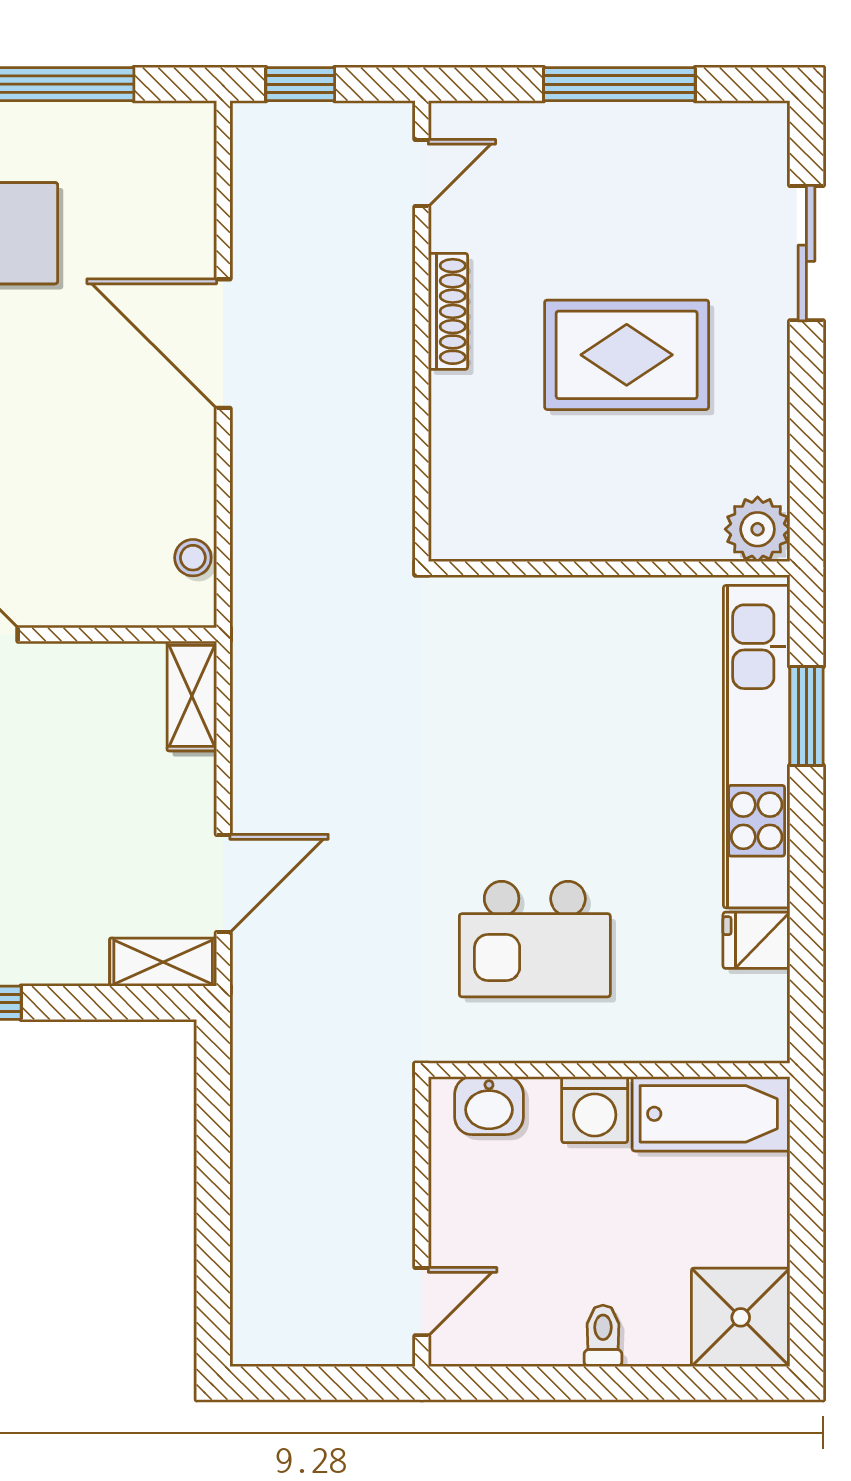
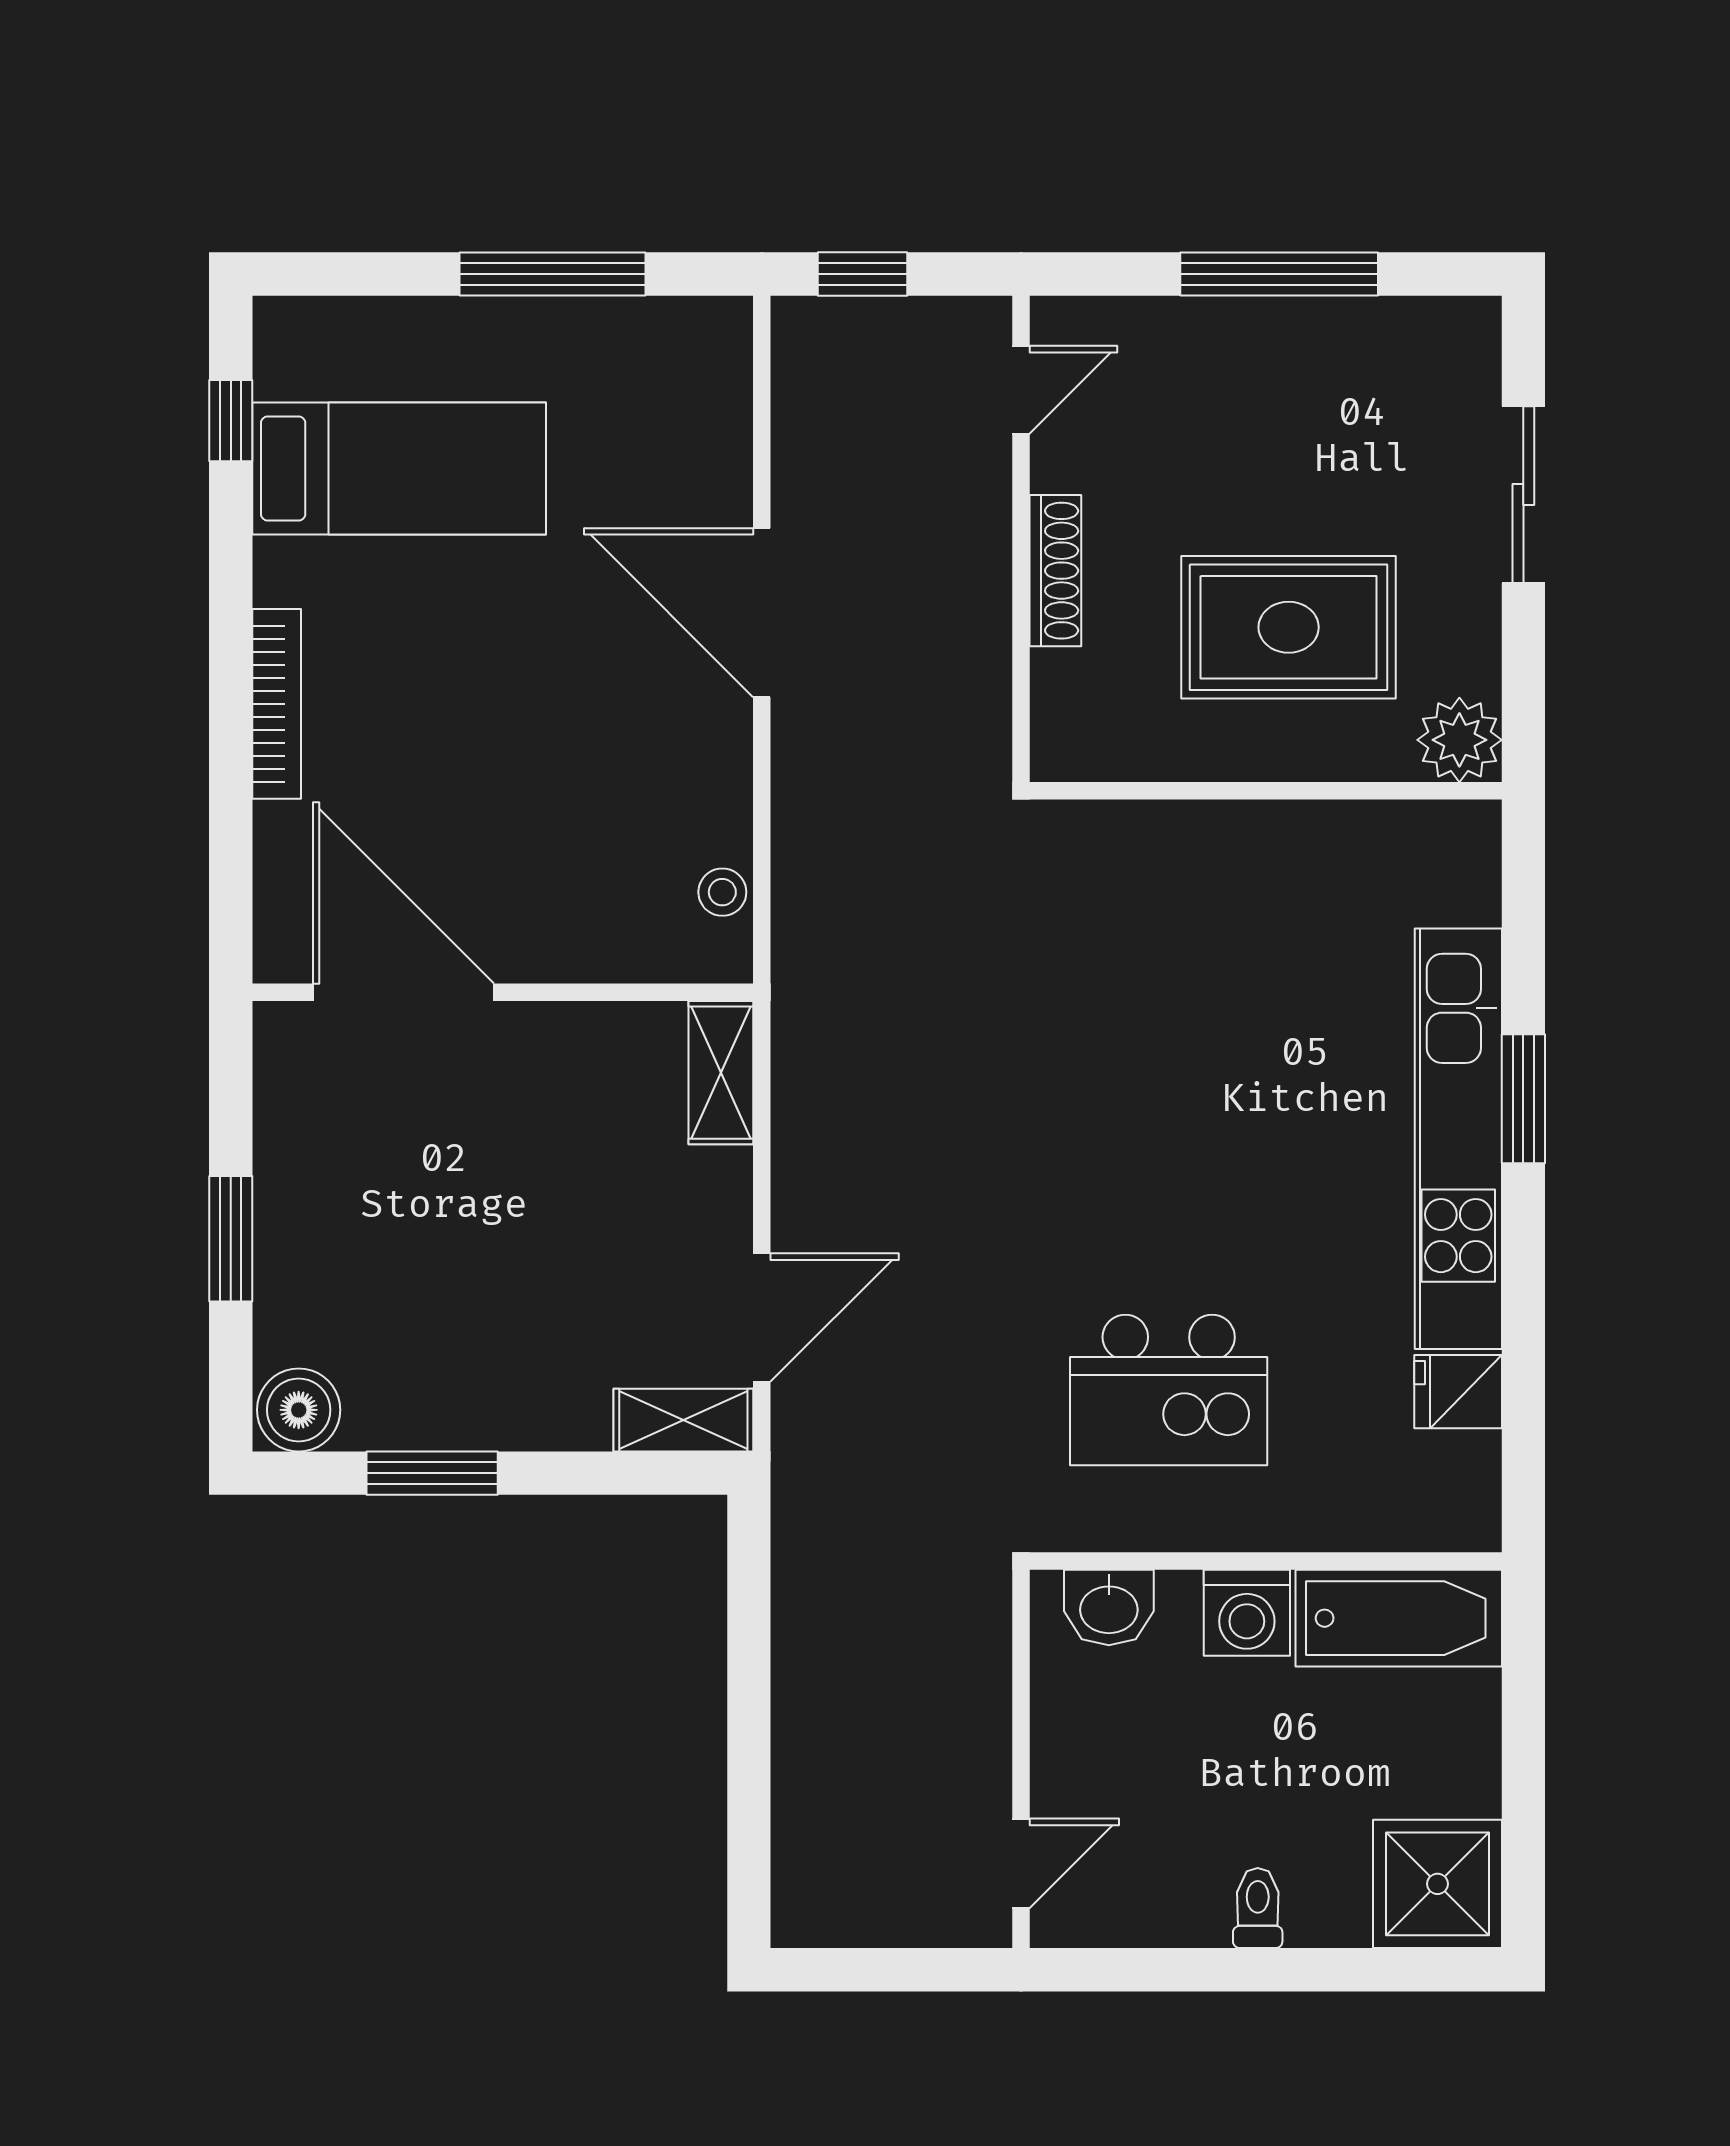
plant: (758, 529) -> (1459, 740), moved
wall: (609, 568) -> (1266, 791), moved

